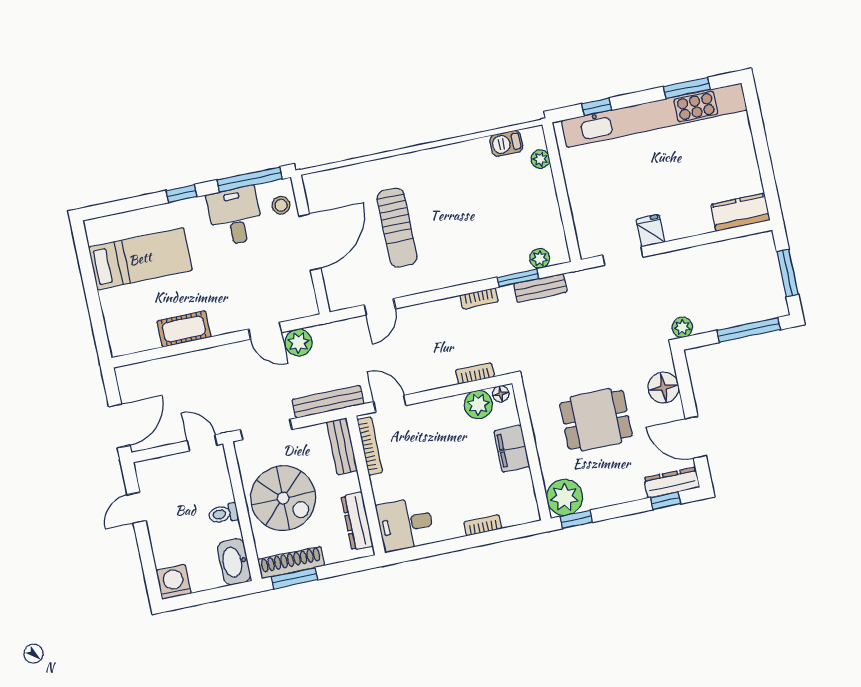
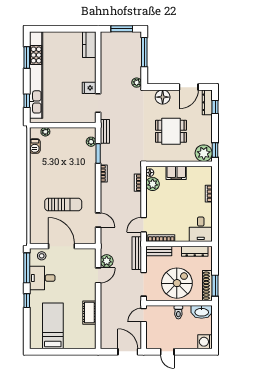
bench: (540, 288) -> (105, 131), moved
dining table: (596, 420) -> (171, 131), turned 90

